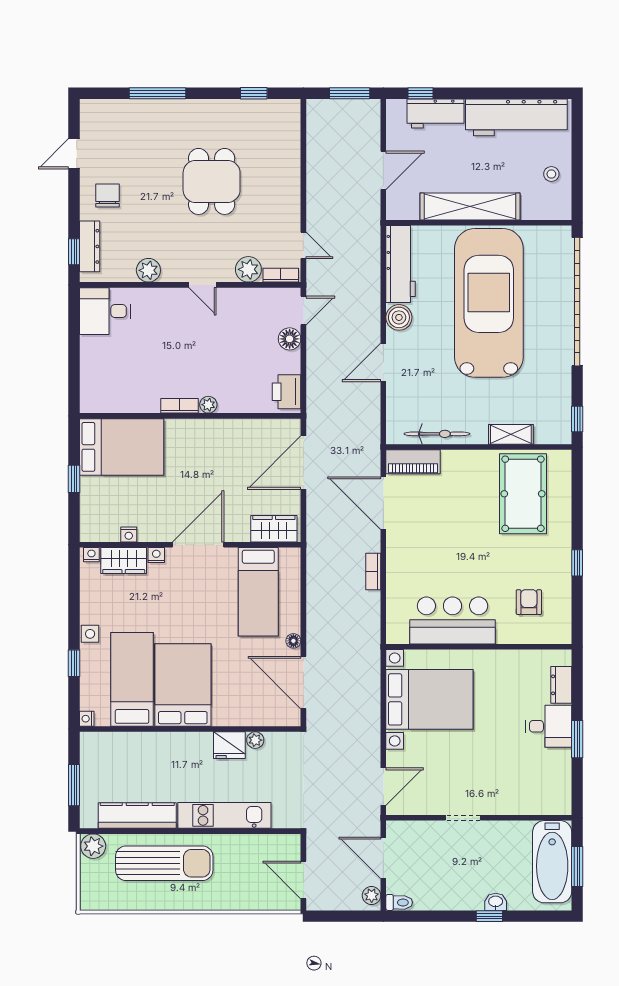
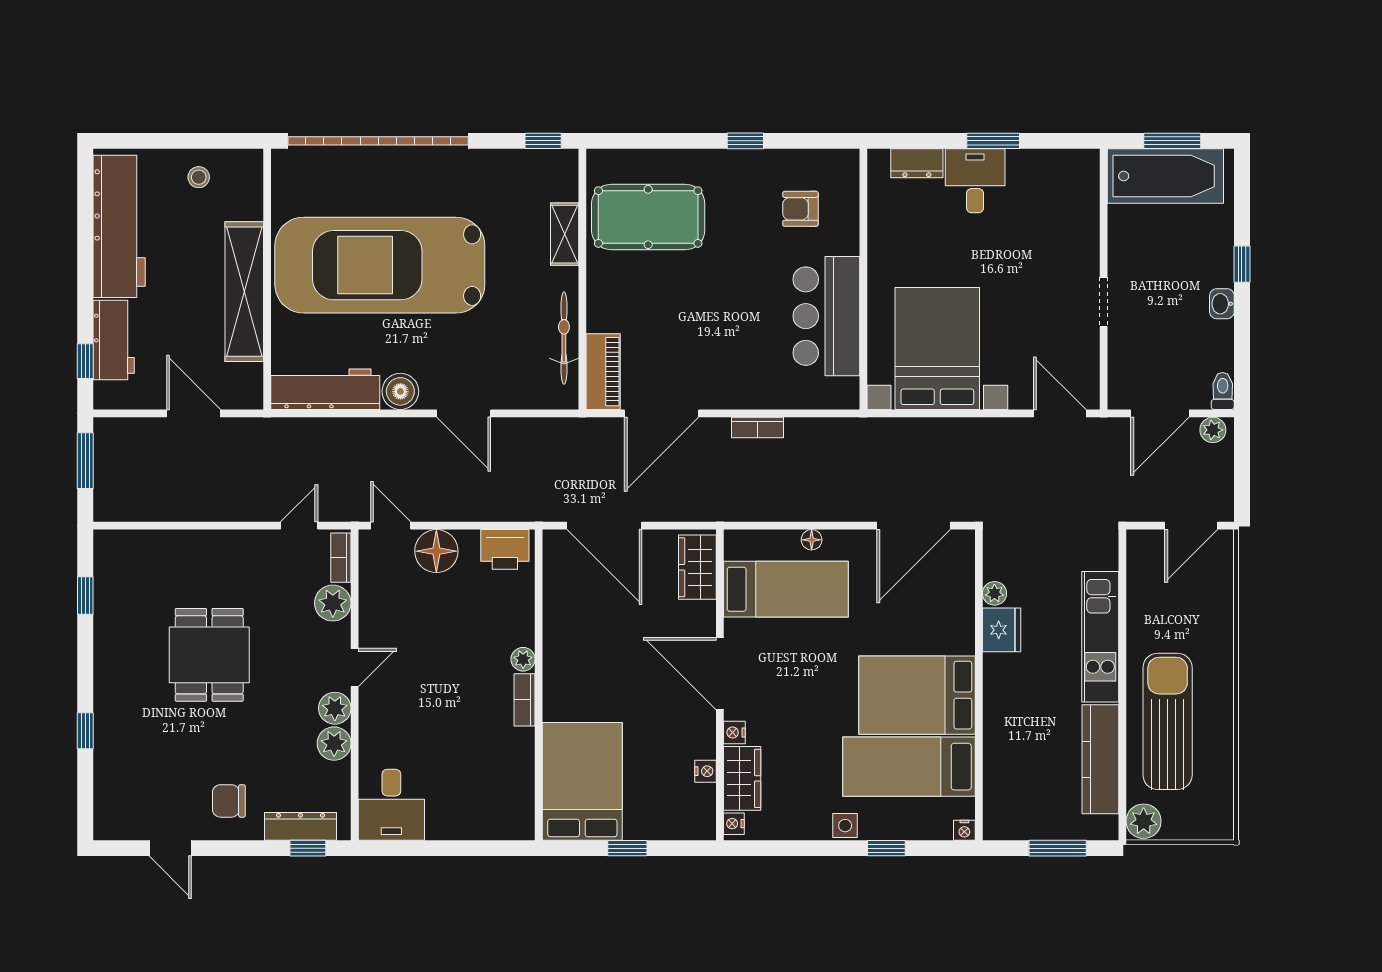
window: (158, 93) -> (85, 731), width x0.46
dining table: (212, 181) -> (209, 655), turned 90
plant: (174, 271) -> (335, 708), added
floor lamp: (290, 339) -> (436, 551), width x1.38, depth x1.38
floor lamp: (293, 641) -> (812, 540), moved
washbasin: (496, 902) -> (1222, 304), moved

